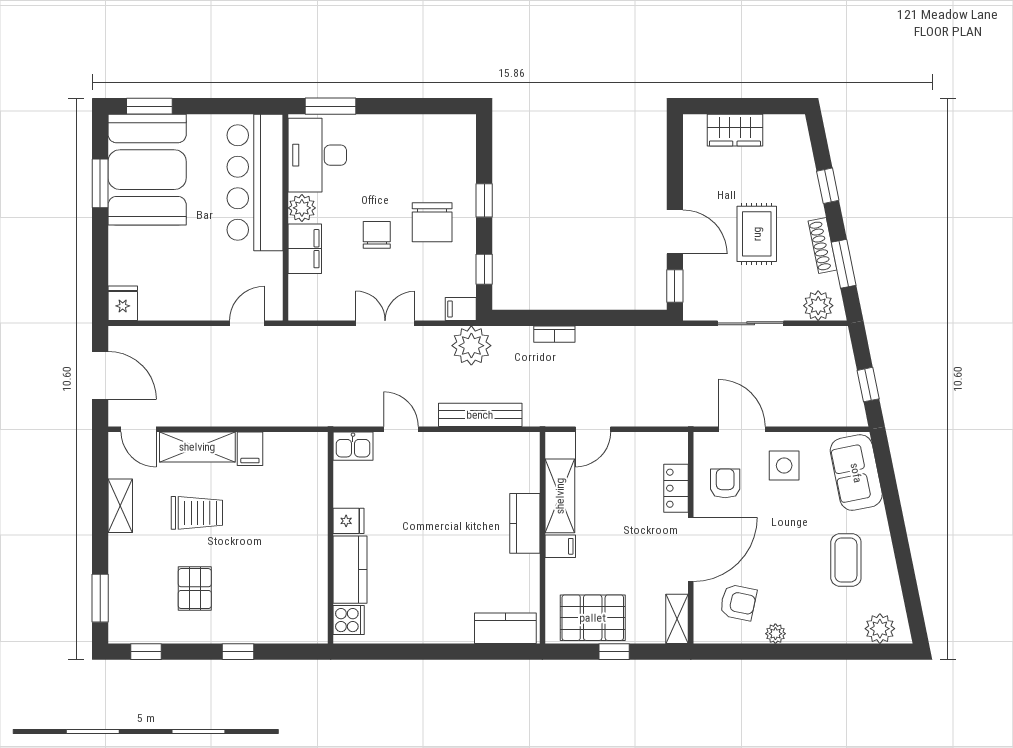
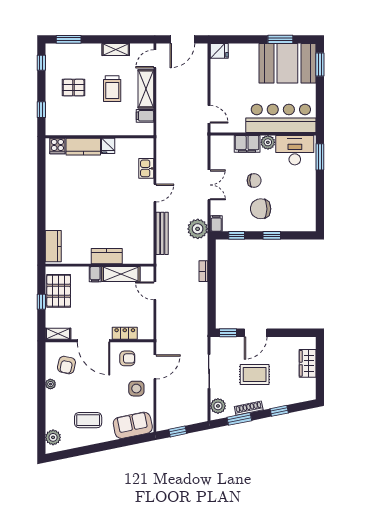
fridge: (349, 521) -> (108, 146), moved
wall: (331, 538) -> (99, 137), moved
kitchen counter: (350, 570) -> (83, 147), moved
cooker: (349, 620) -> (57, 146), moved

